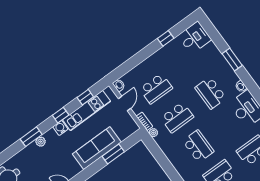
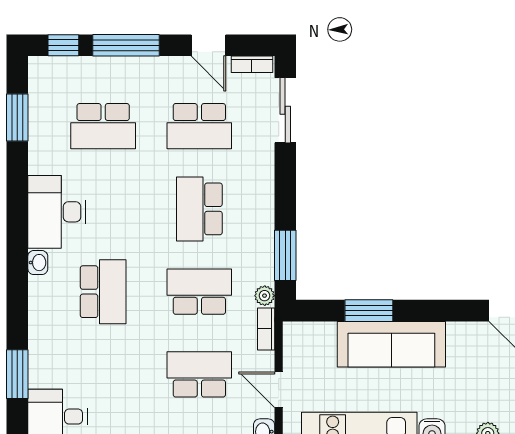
window: (232, 60) -> (17, 374), moved
door: (125, 103) -> (279, 390), hinge flipped
window: (156, 152) -> (285, 255), added

